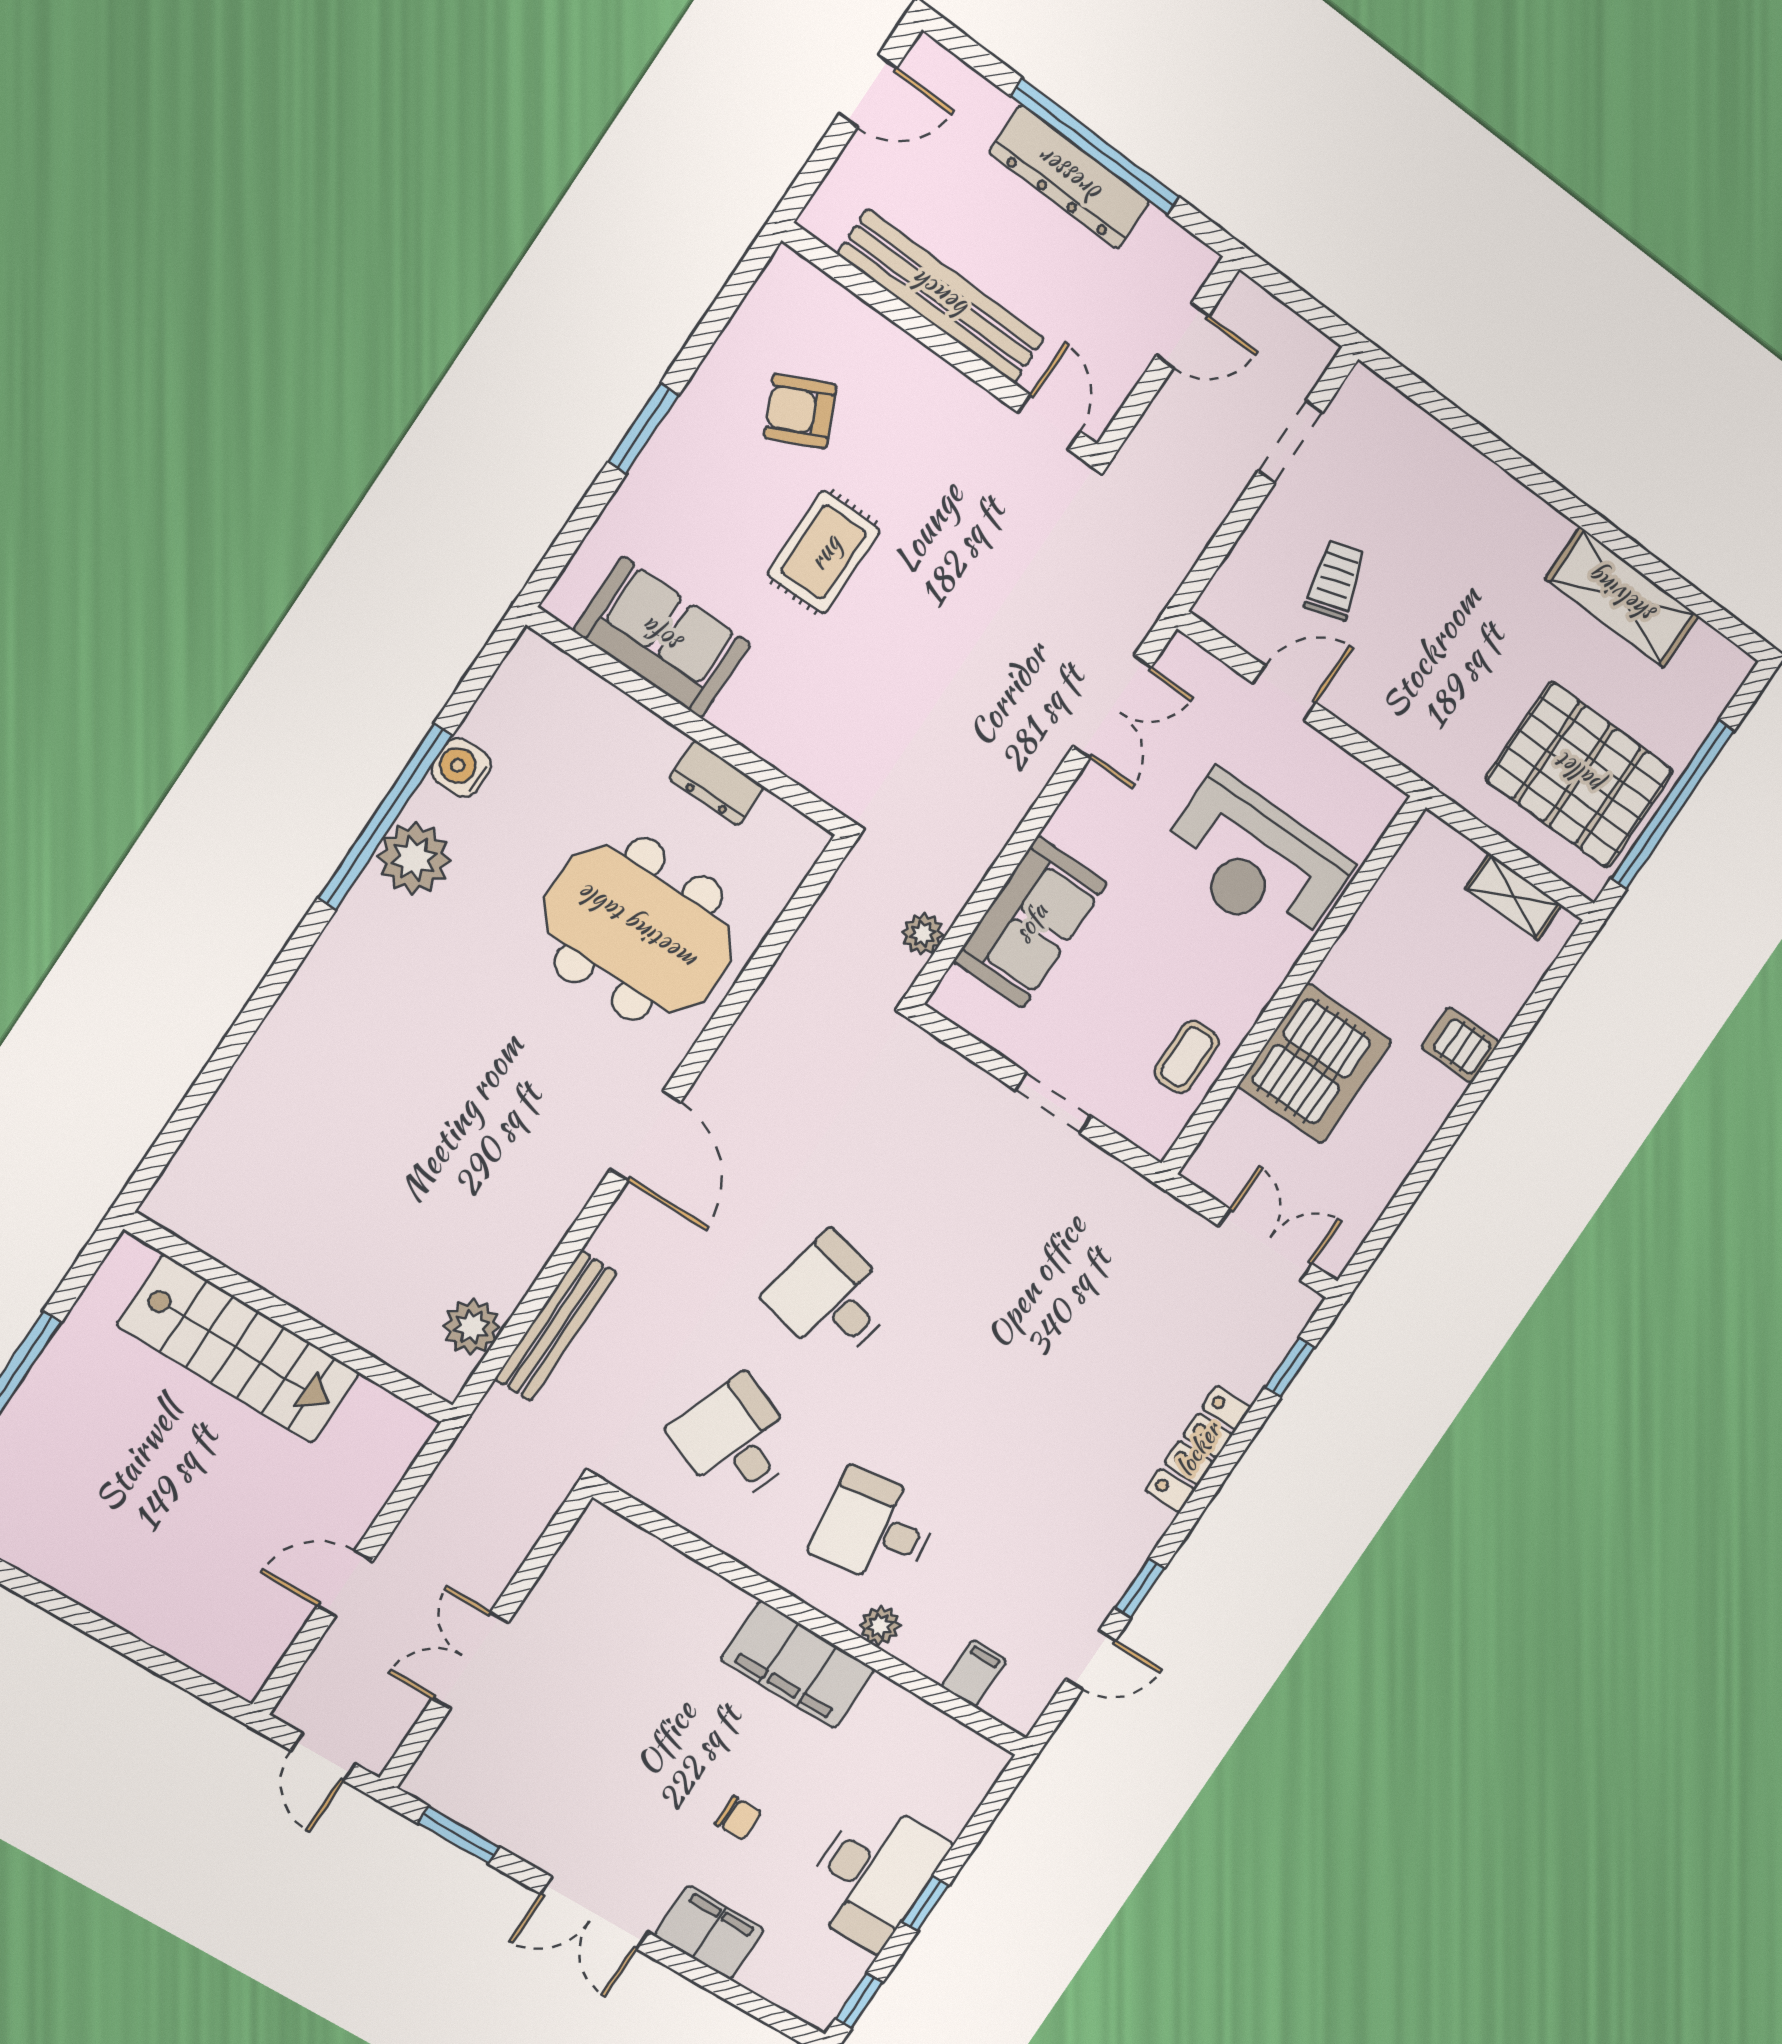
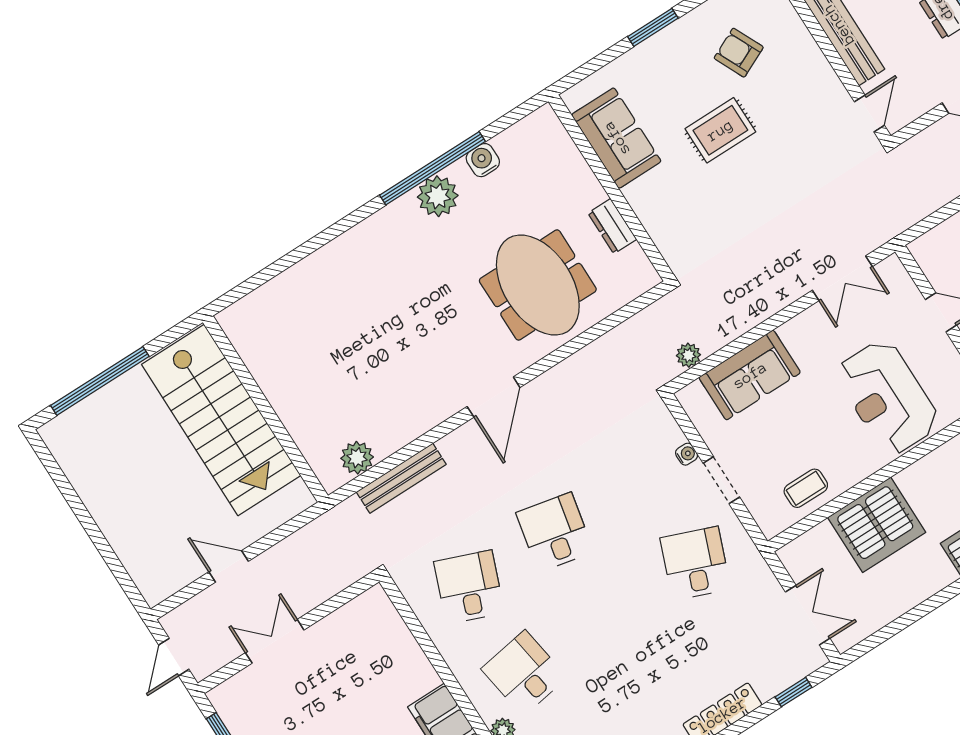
water cooler: (984, 1088) -> (687, 454), added
desk: (1066, 1246) -> (695, 564), added
stairs: (239, 1349) -> (221, 420), width x1.36, depth x1.51

